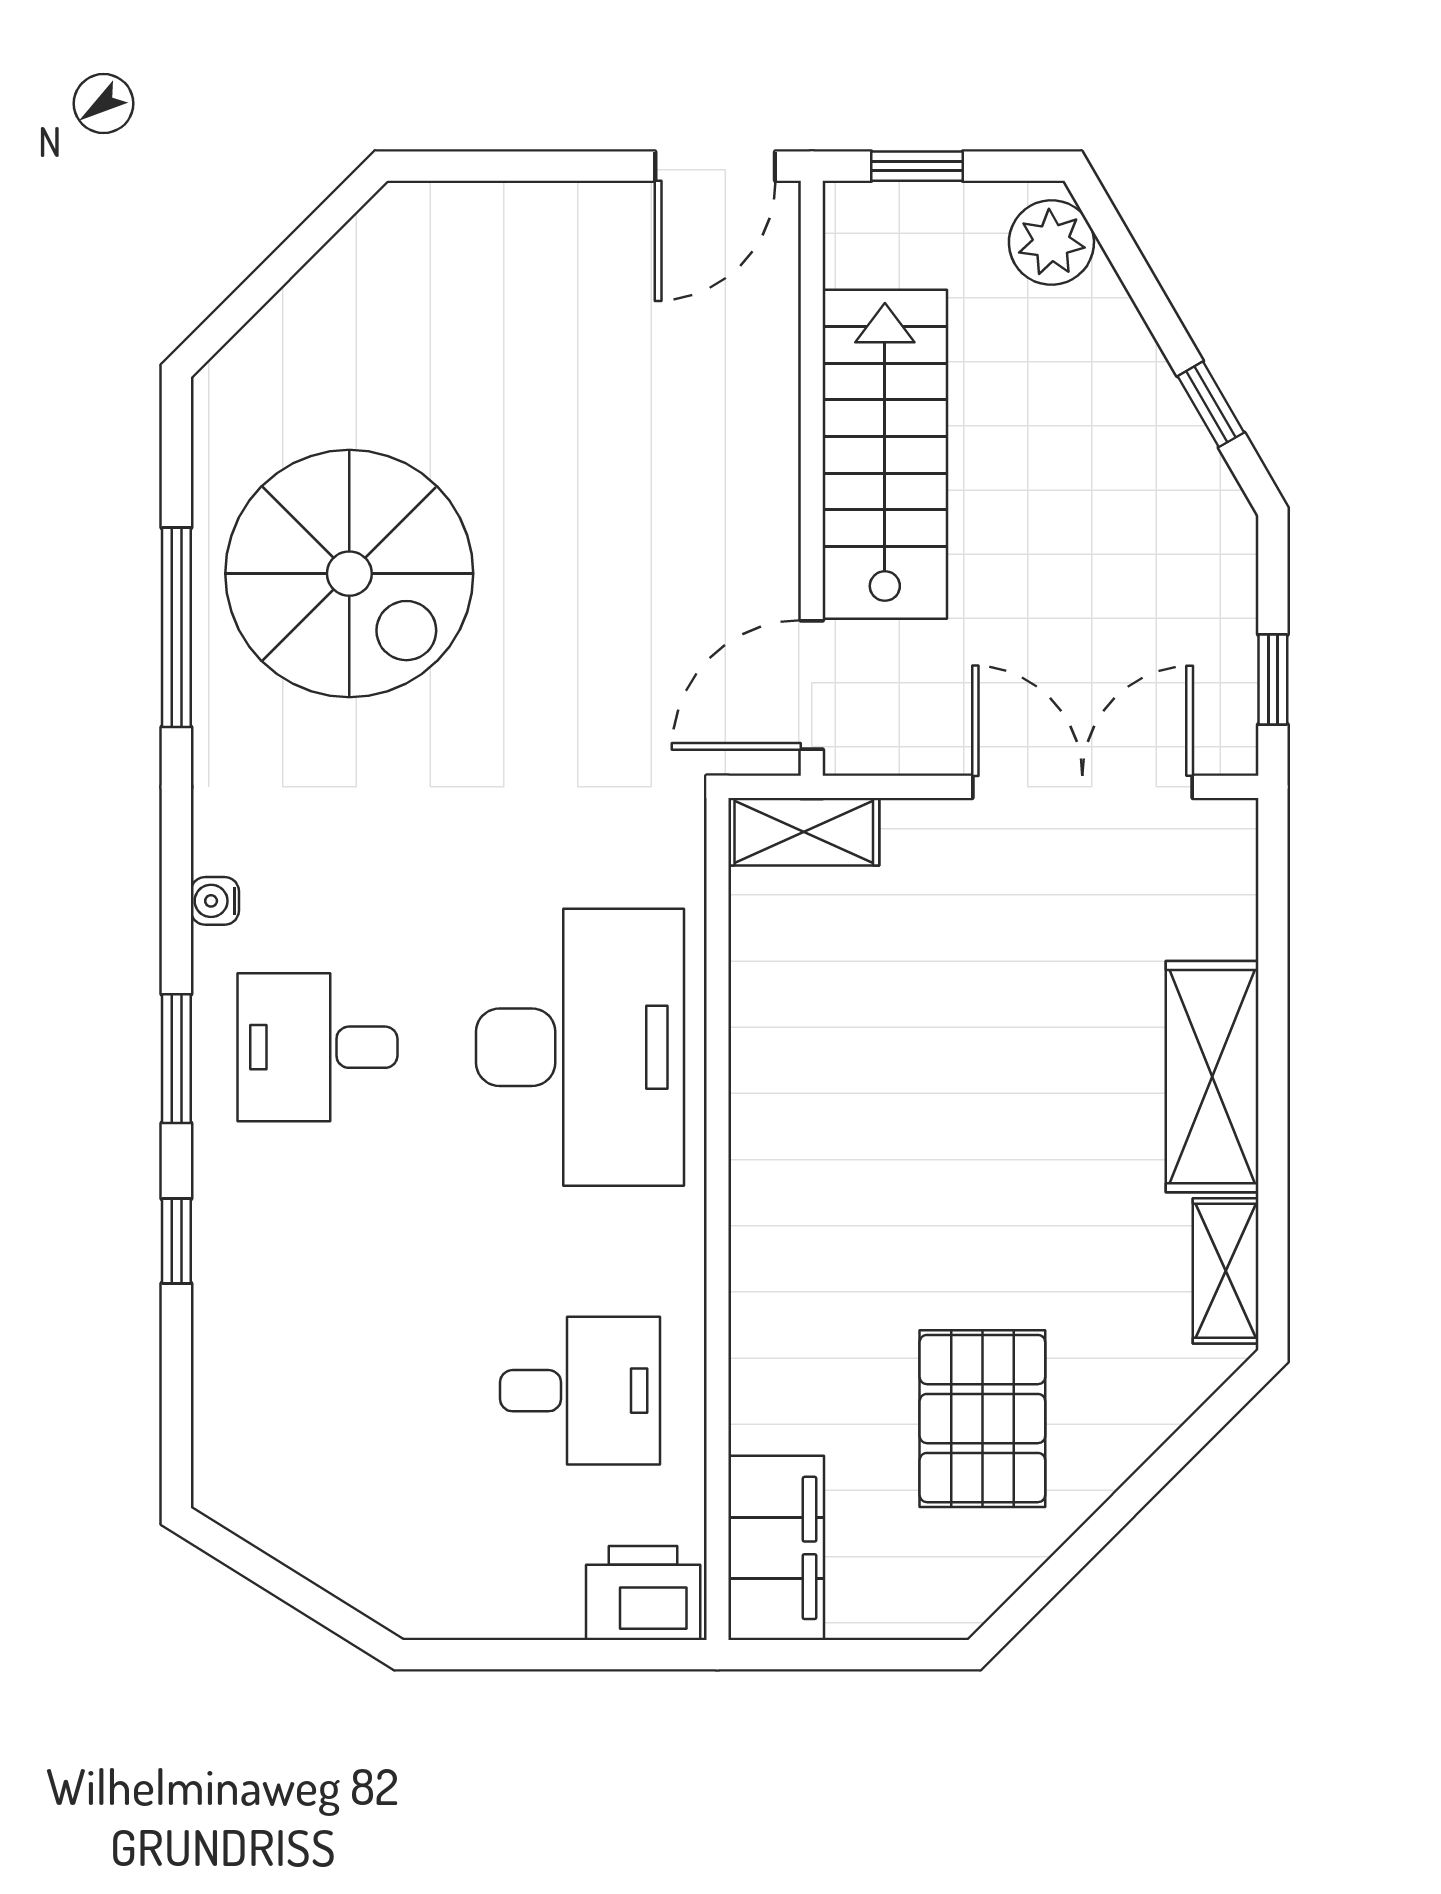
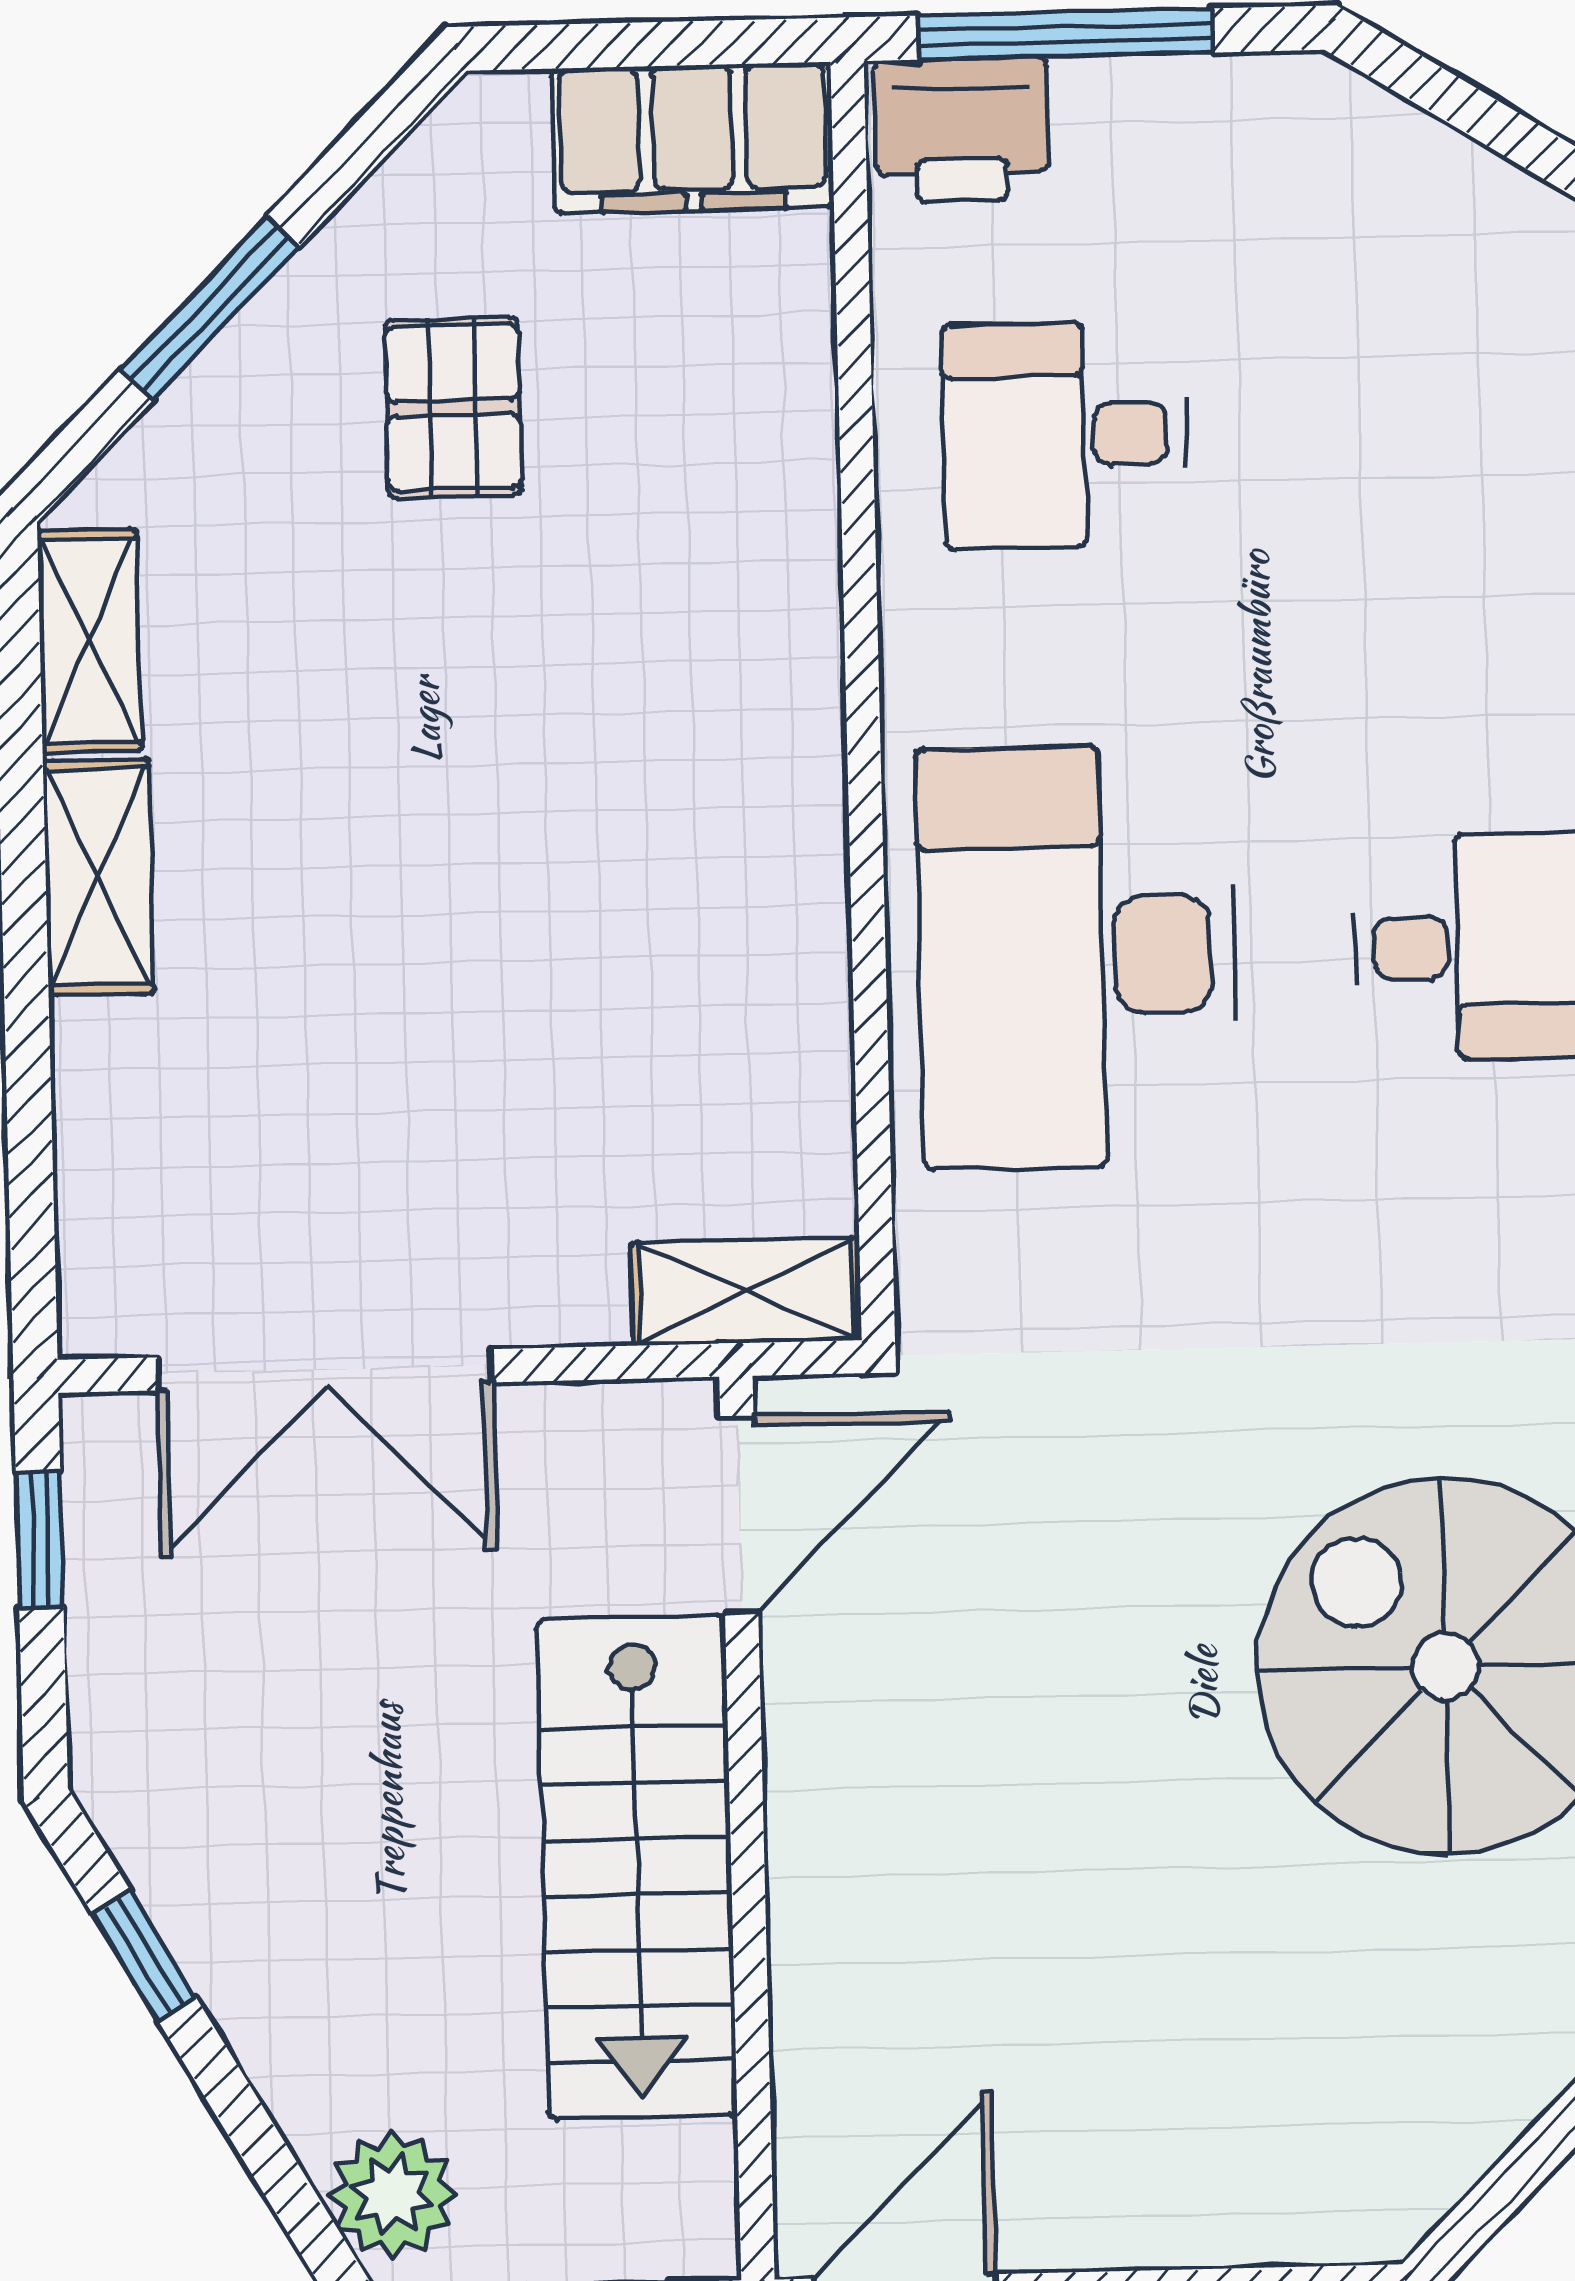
shelving: (1212, 1077) -> (98, 877), width x0.67, depth x0.75
pallet: (982, 1419) -> (453, 407), width x0.67, depth x0.71
window: (1141, 1488) -> (210, 308), added
filing cabinet: (776, 1548) -> (692, 138), moved, turned -90
window: (573, 1655) -> (1066, 34), added

